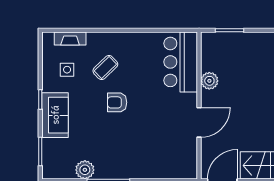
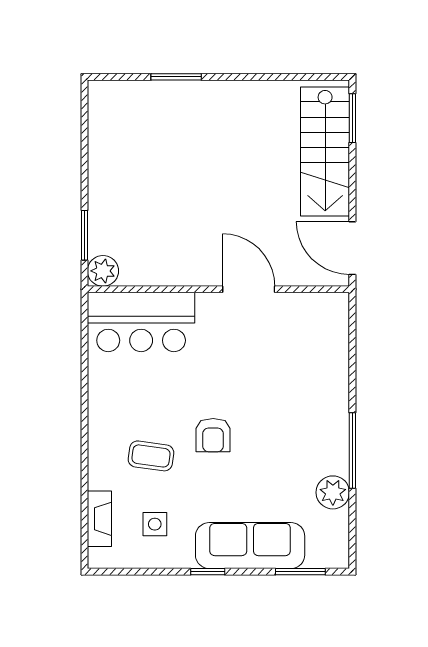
coffee table: (105, 68) -> (151, 456), turned -38
plant: (209, 81) -> (103, 271), moved
sofa: (55, 115) -> (250, 546), width x1.36

